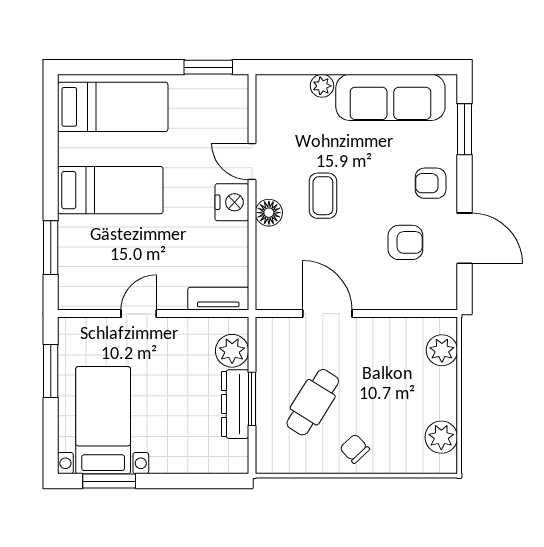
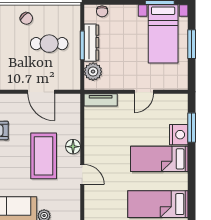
coffee table: (323, 196) -> (44, 156), width x1.86, depth x1.72
nightstand: (232, 202) -> (179, 135), moved, turned 180
window: (51, 371) -> (192, 44), moved
cafe table: (313, 402) -> (49, 44), turned 58
chair: (215, 461) -> (102, 11), added

